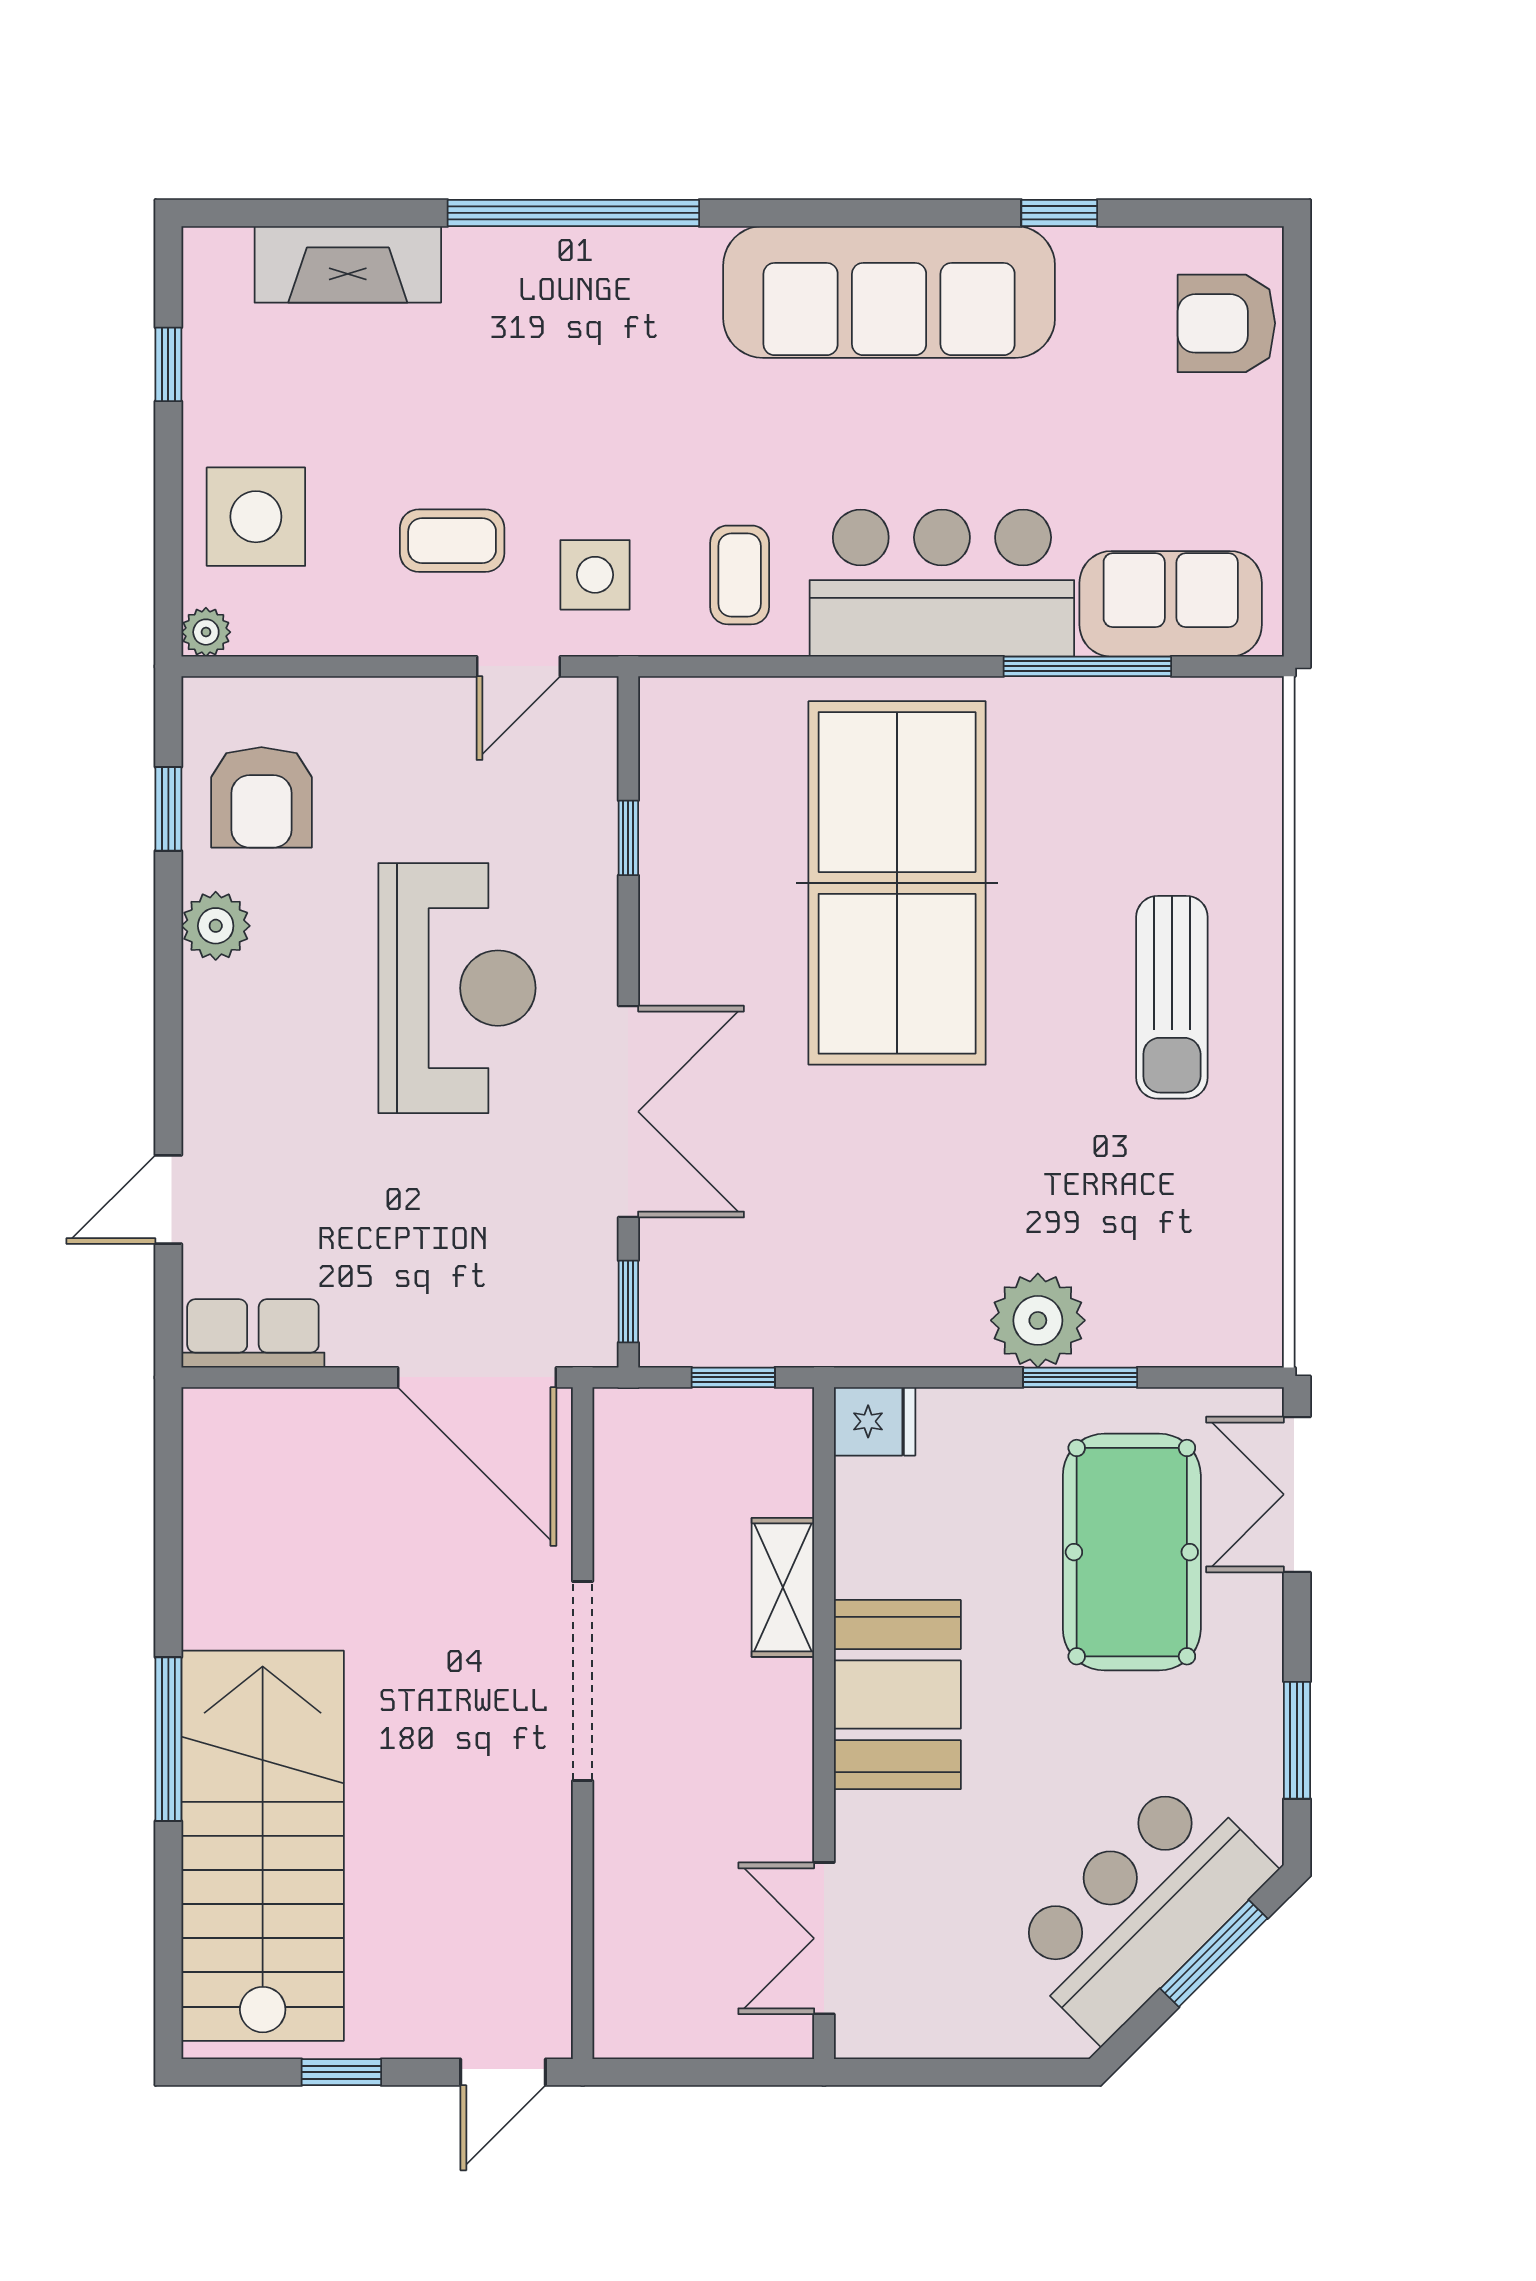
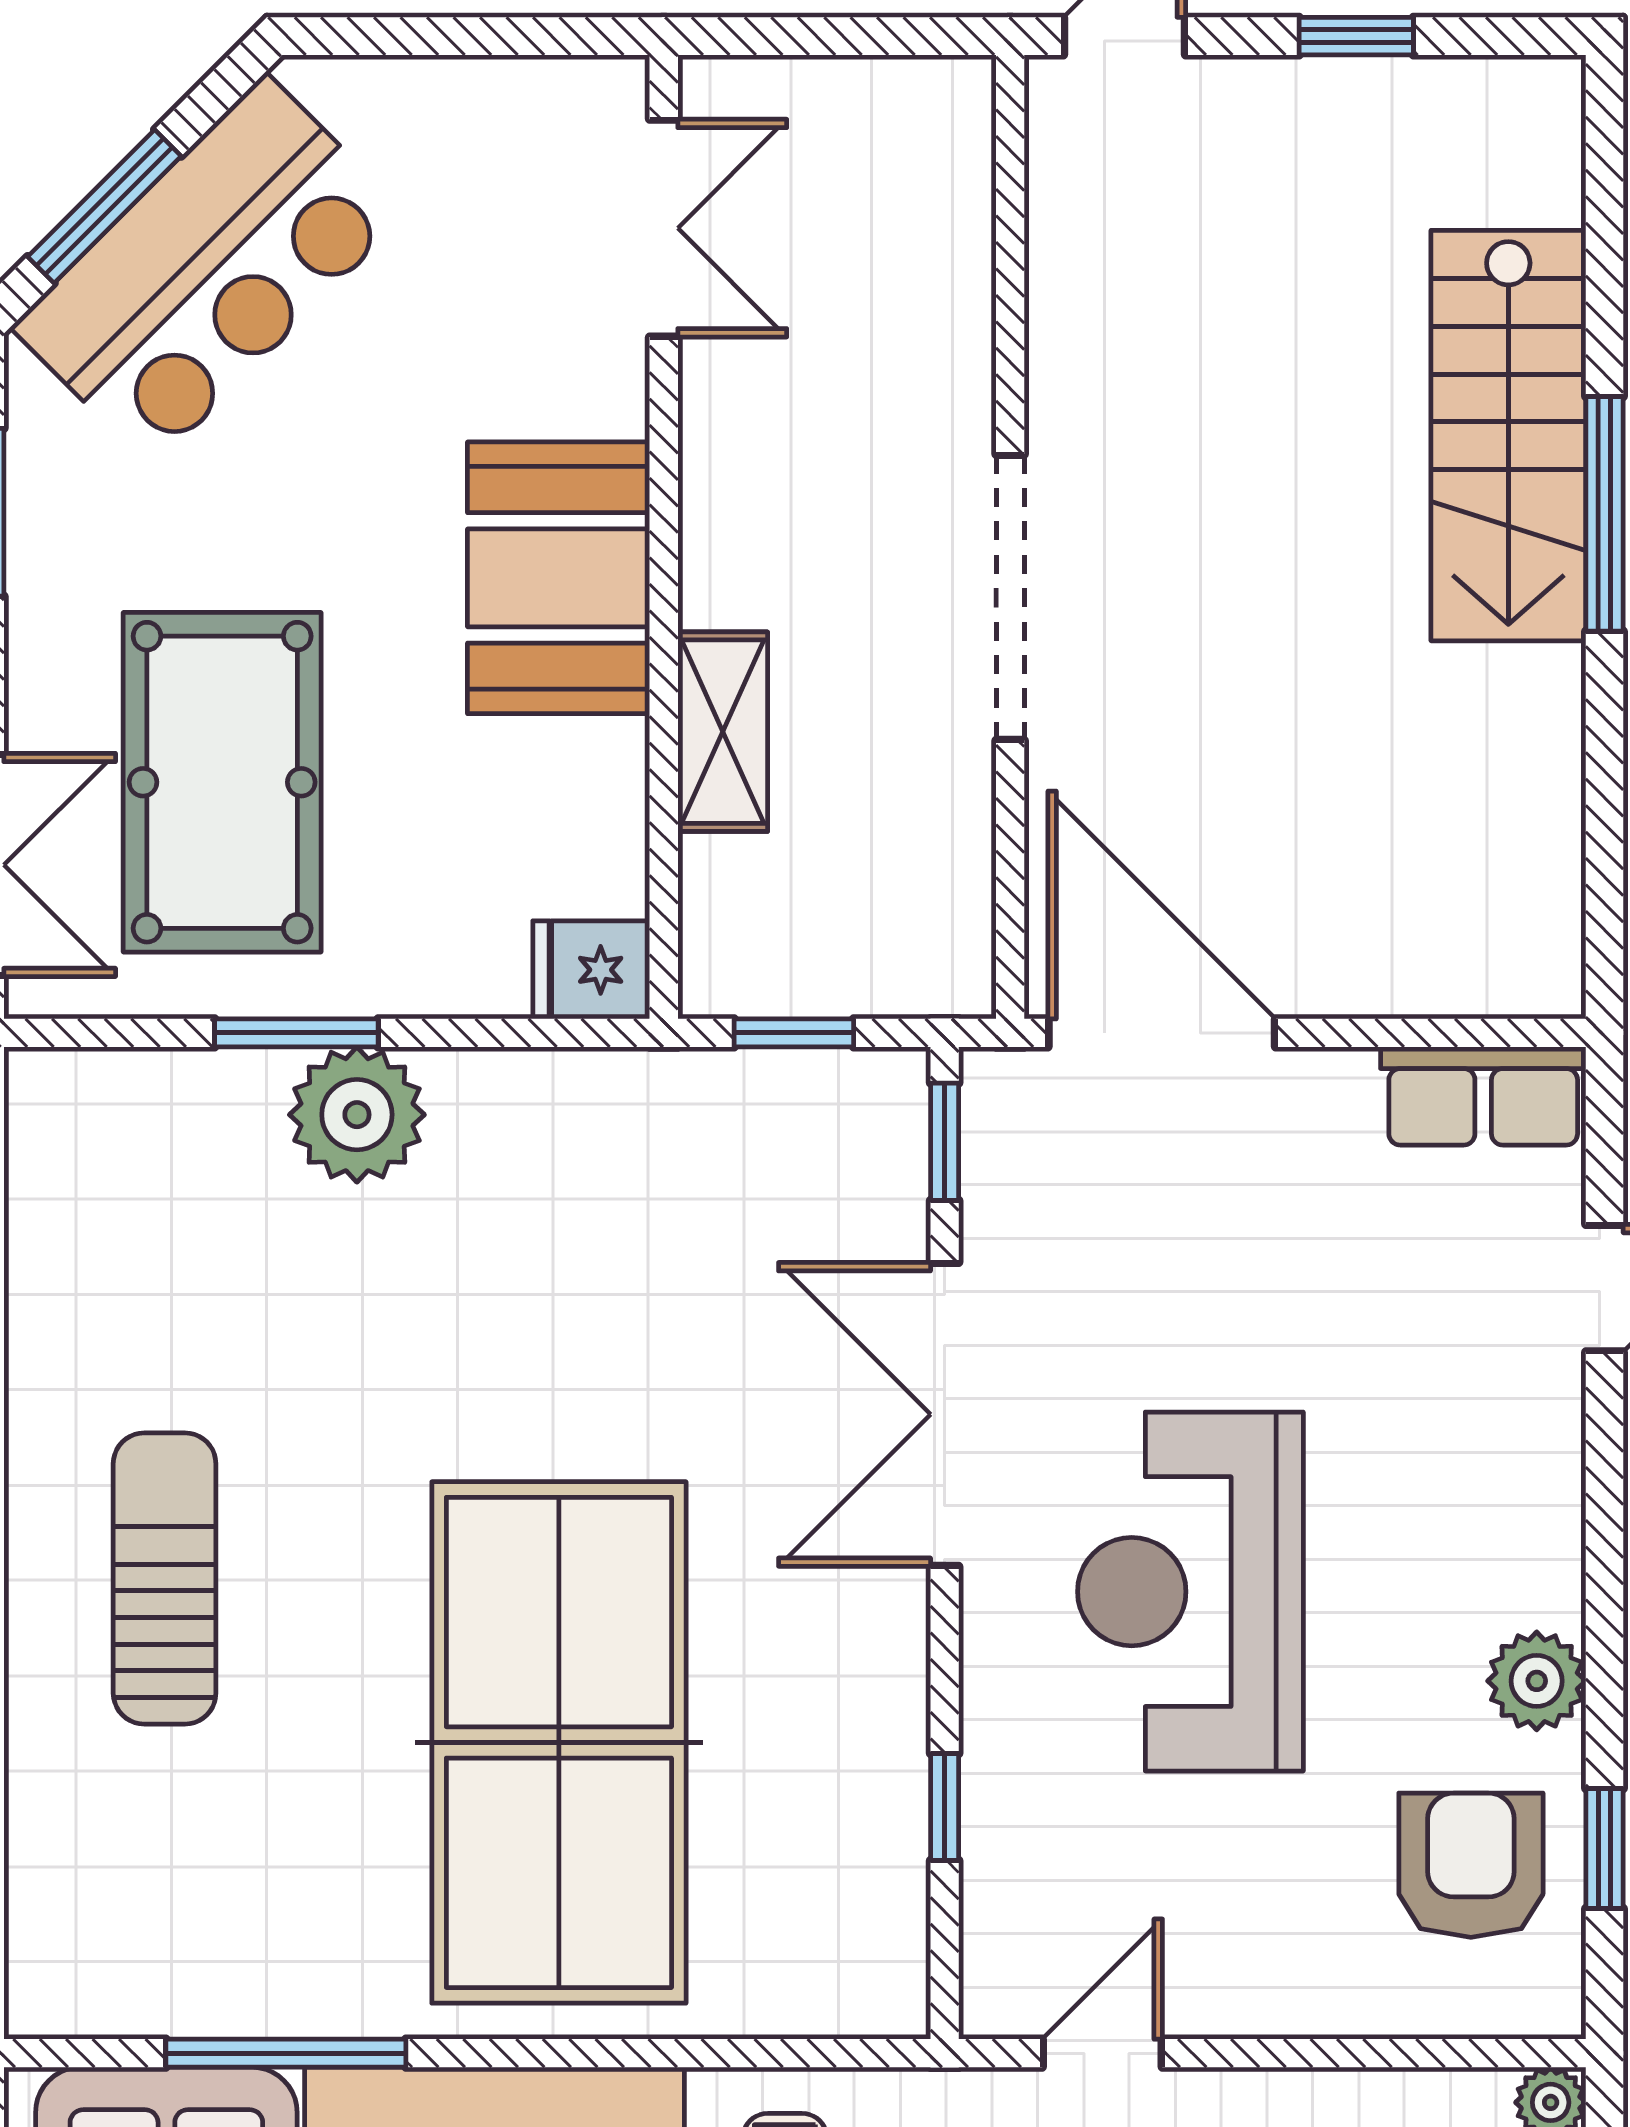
stairs: (263, 1846) -> (1508, 436), width x0.73, depth x0.66

